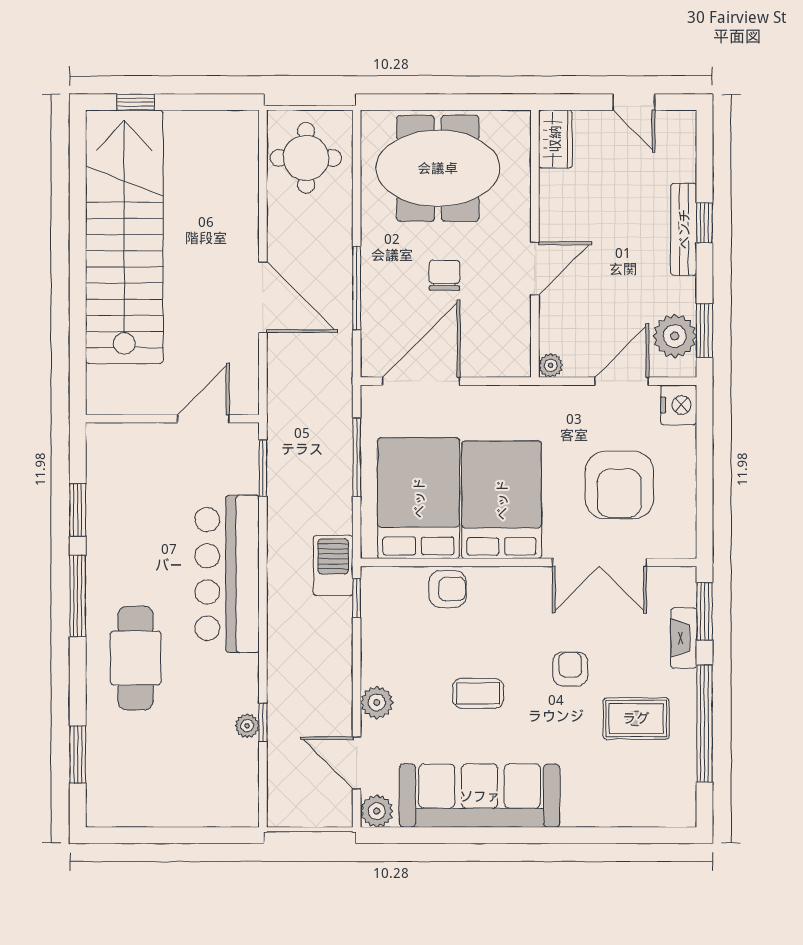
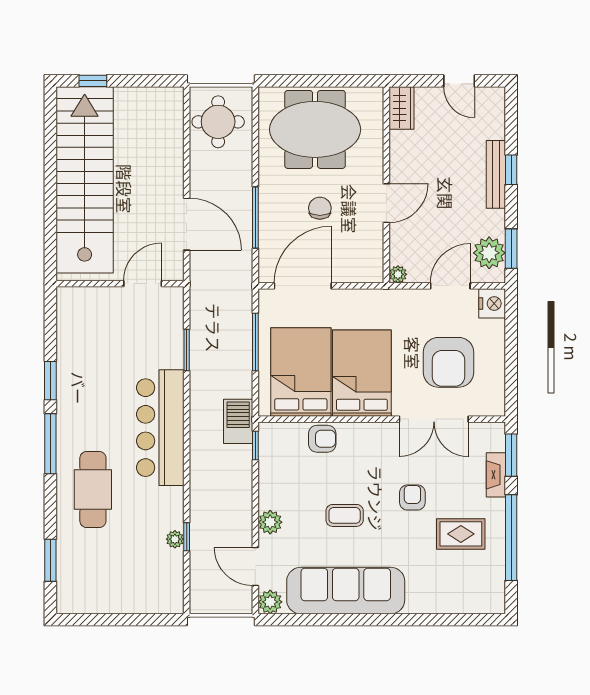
wall: (172, 419) -> (120, 284), moved
door: (203, 419) -> (143, 284), moved

